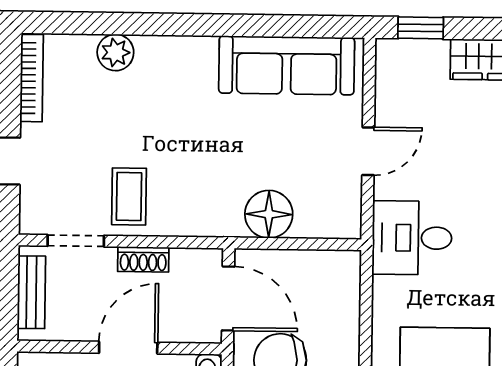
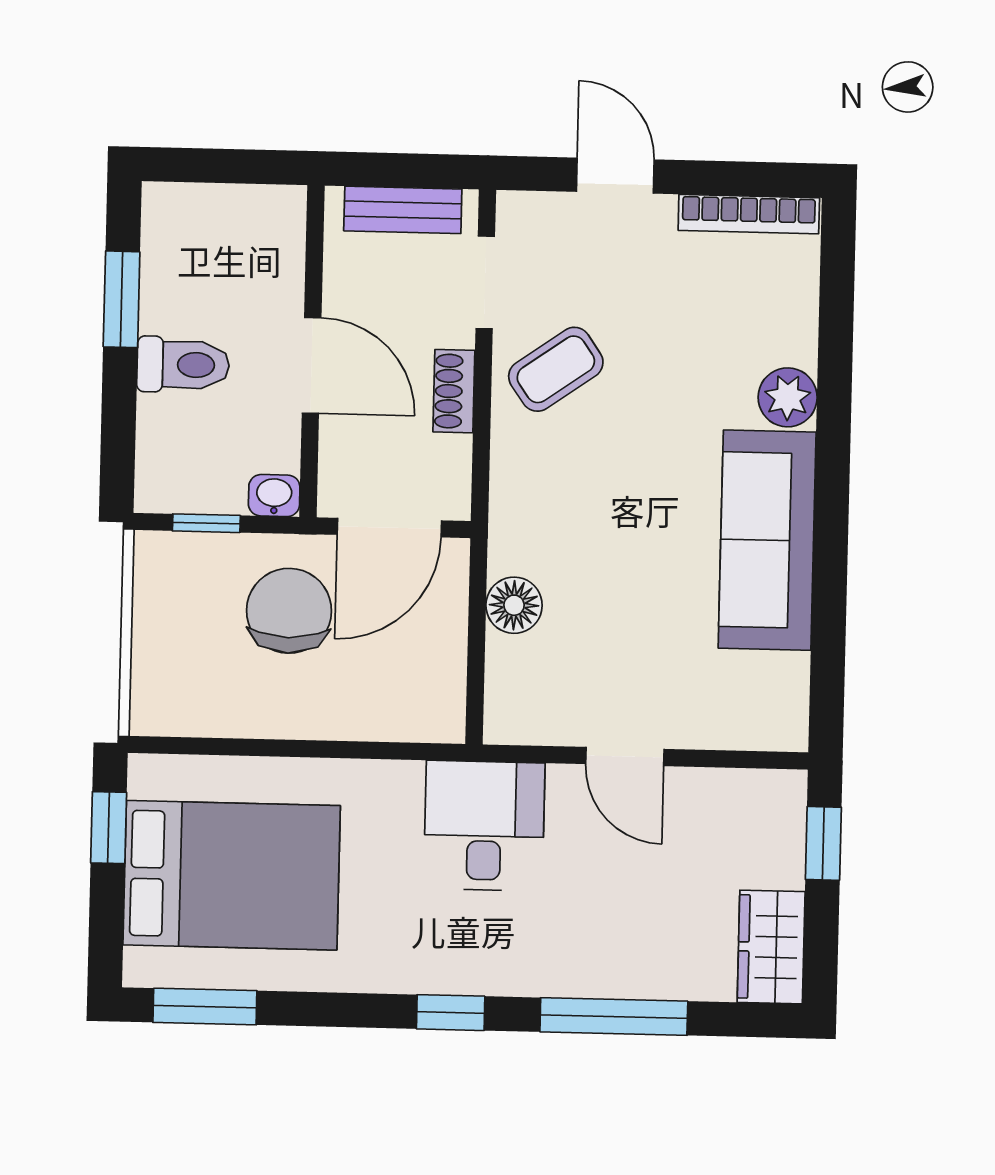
plant: (115, 52) -> (788, 397), moved
sofa: (287, 65) -> (767, 540), moved
coffee table: (129, 196) -> (556, 369), turned -35
floor lamp: (269, 214) -> (514, 605), width x0.73, depth x0.73

